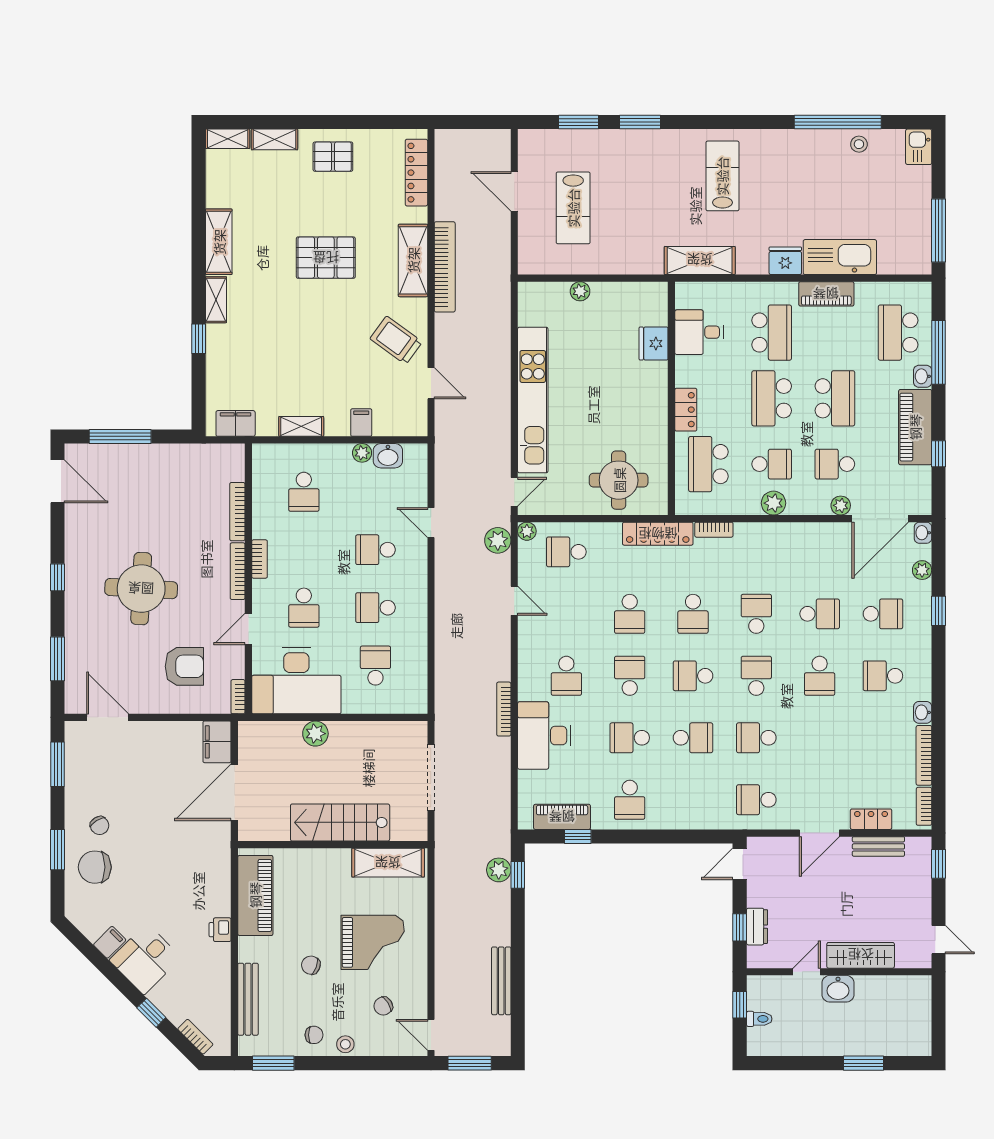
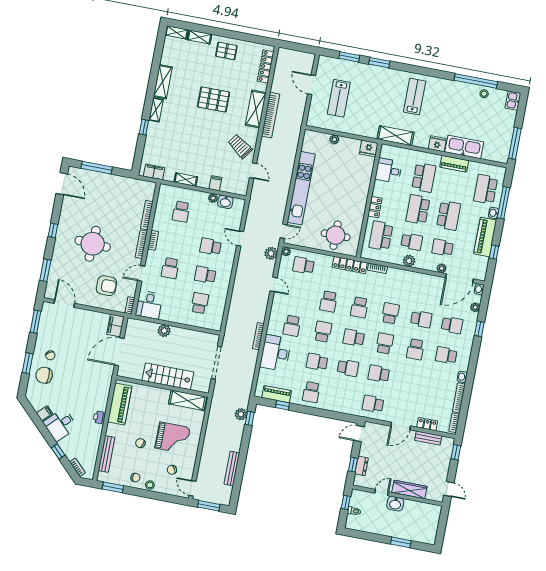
fridge: (654, 343) -> (369, 148), moved, turned -90
desk: (296, 681) -> (149, 305), width x0.53, depth x0.77

